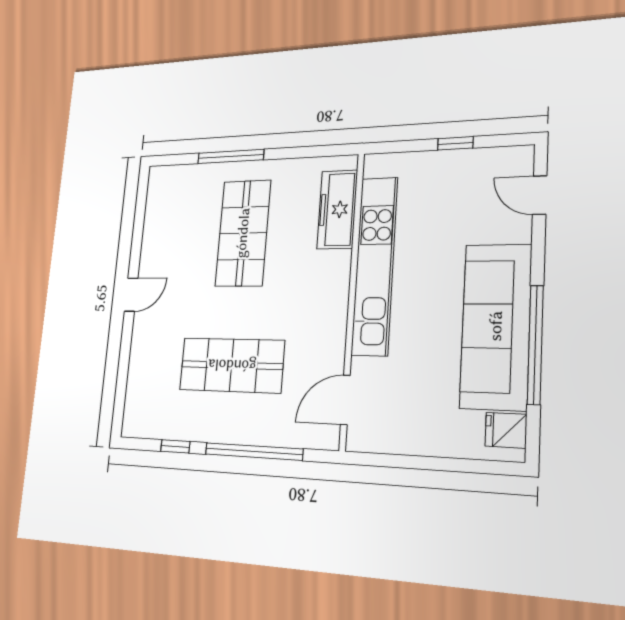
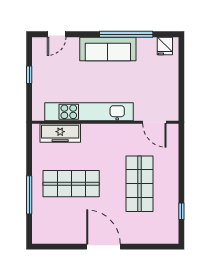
door: (131, 295) -> (103, 247), width x1.88
sofa: (496, 326) -> (108, 49), width x0.74, depth x0.79
window: (254, 452) -> (181, 168), removed

